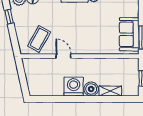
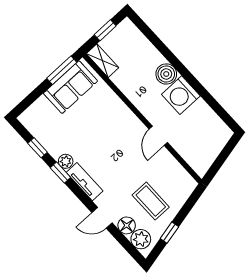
coffee table: (39, 39) -> (151, 201), moved, turned 61
shelving: (110, 91) -> (103, 61), moved

